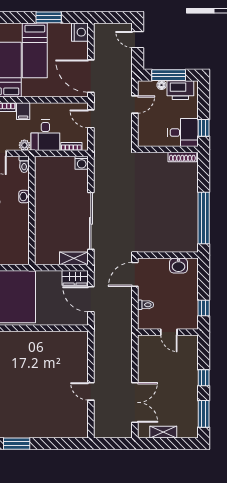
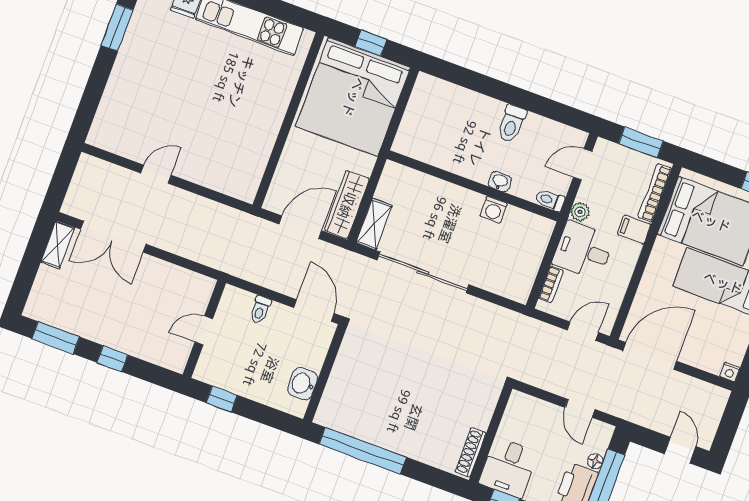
nightstand: (80, 32) -> (730, 372), width x0.53, depth x0.56
door: (138, 40) -> (680, 450), hinge flipped
washing machine: (82, 163) -> (494, 210), moved, turned -90
wardrobe: (75, 278) -> (347, 205), width x1.50
shelving: (163, 432) -> (58, 245), moved

